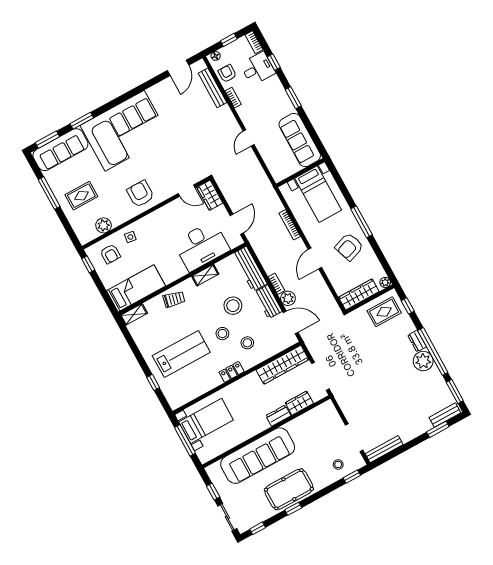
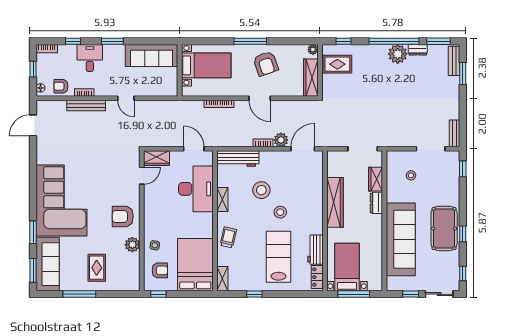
door: (178, 68) -> (33, 125), swing flipped
desk: (258, 69) -> (90, 58), moved
bench: (213, 88) -> (86, 105), moved
plant: (104, 225) -> (132, 245), moved
bed: (136, 288) -> (195, 265), width x1.50
workbench: (268, 302) -> (315, 250), moved, turned 90
rug: (384, 312) -> (337, 64), turned 90
dresser: (417, 341) -> (418, 50), moved
stool: (247, 343) -> (300, 195), removed
wardrobe: (282, 365) -> (335, 202), moved
locker: (232, 372) -> (317, 277), moved
window: (153, 382) -> (254, 294), moved
bench: (384, 449) -> (454, 133), width x0.73
stool: (338, 464) -> (411, 175), moved

